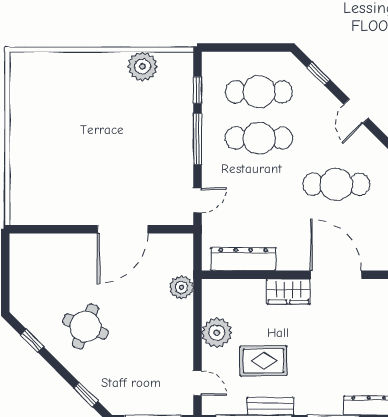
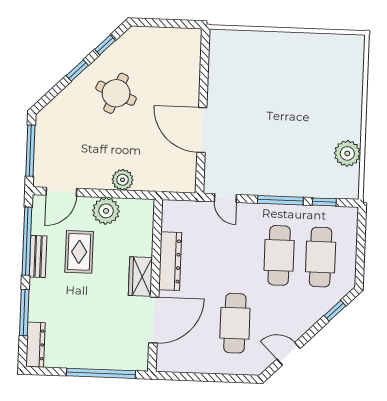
door: (356, 111) -> (289, 354), moved
dresser: (243, 259) -> (170, 261), moved
plant: (181, 287) -> (123, 180), moved
door: (197, 383) -> (61, 192), width x1.38
window: (86, 395) -> (77, 70), moved

